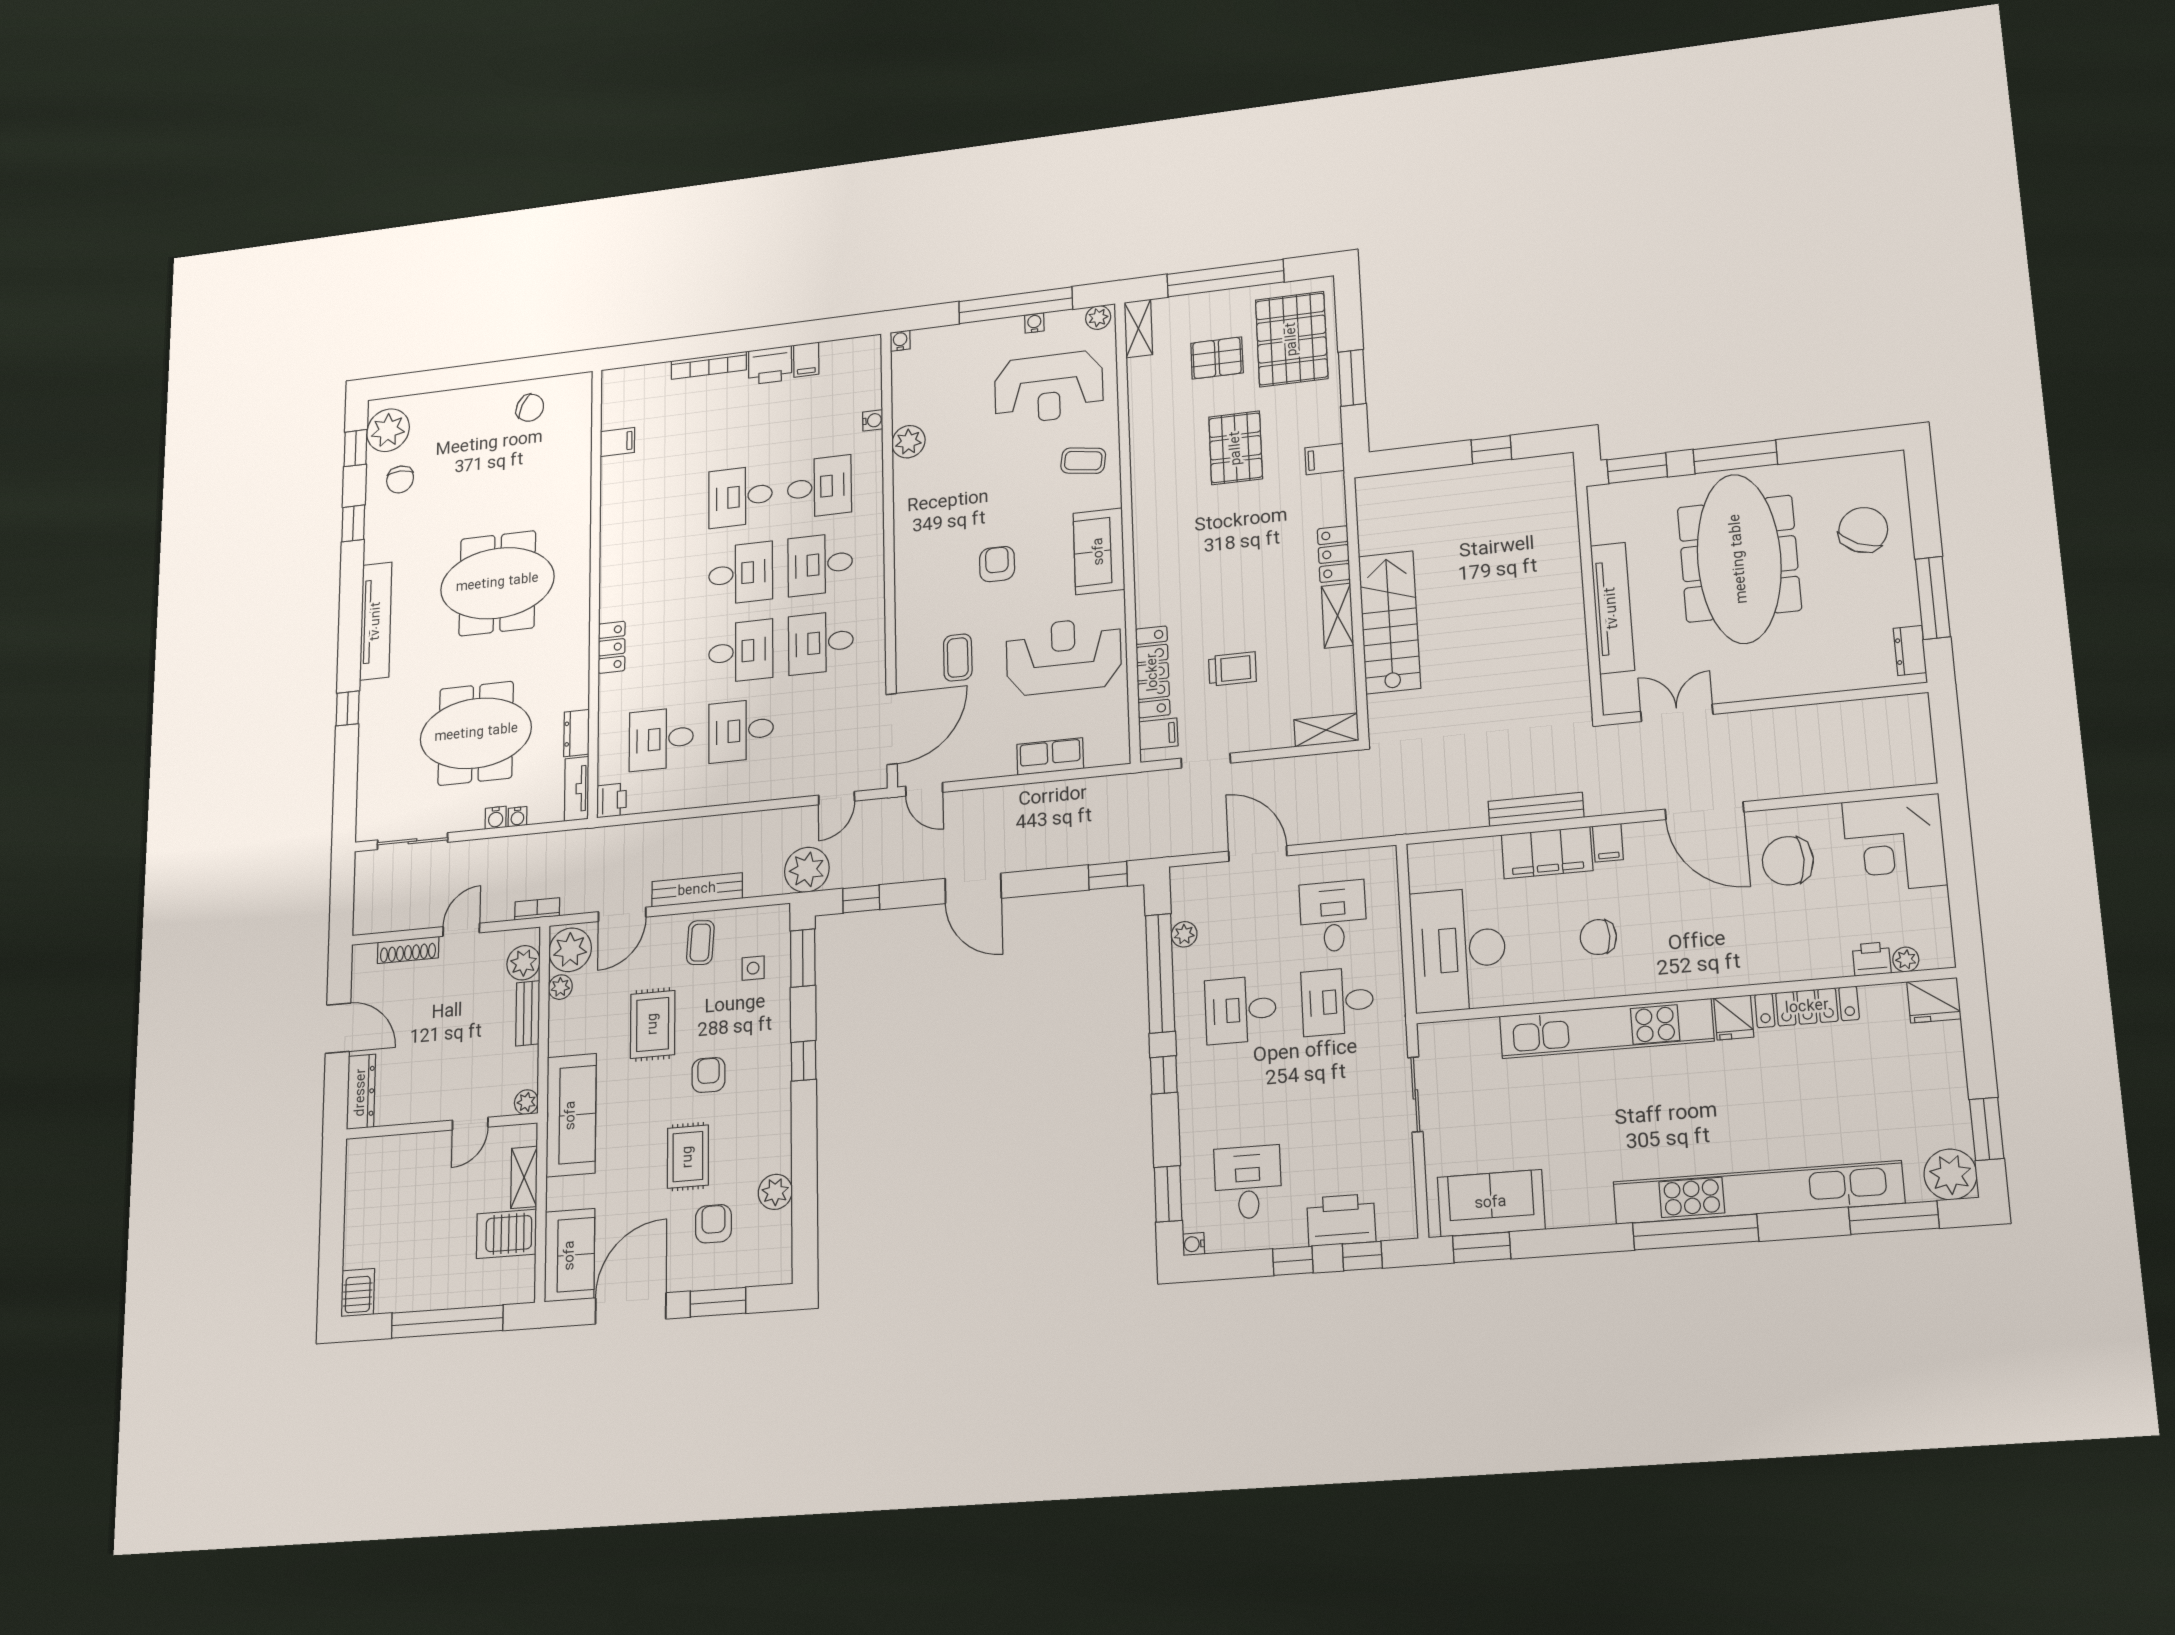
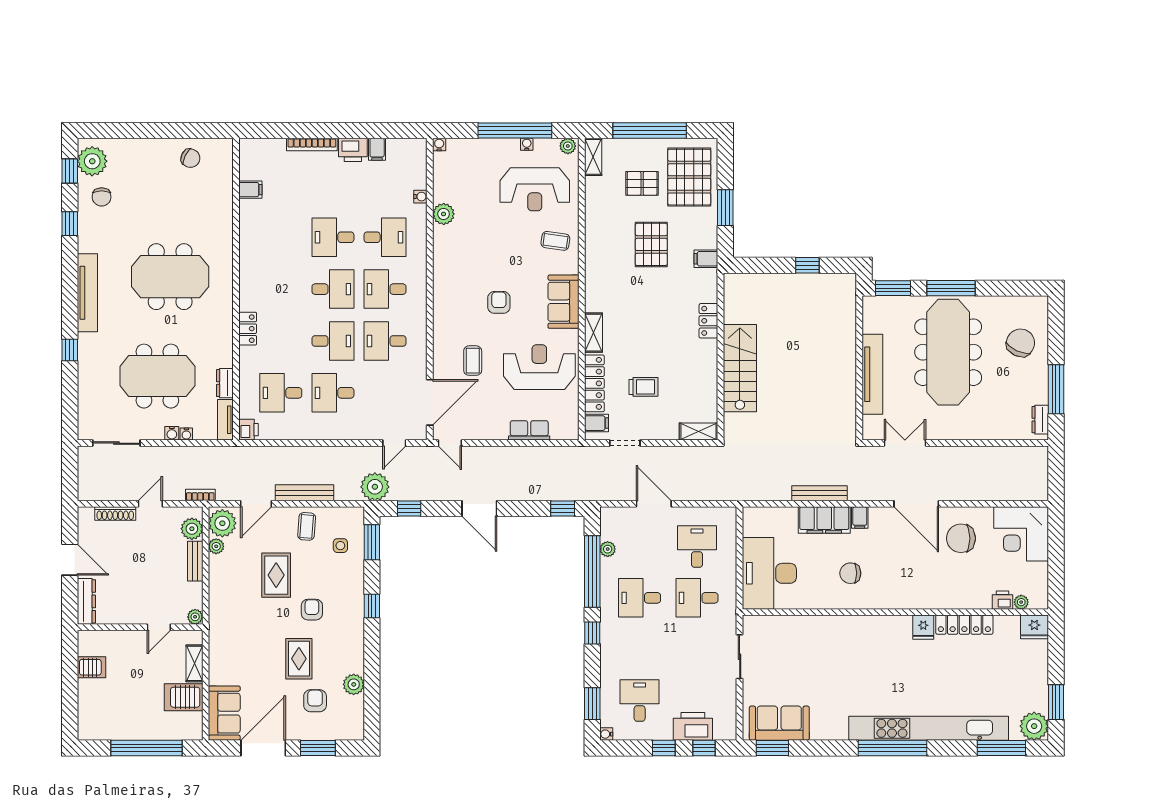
shelving: (1338, 616) -> (594, 333), moved
kitchen unit: (1606, 1029) -> (851, 627), removed
sofa: (571, 1115) -> (224, 627), removed
server rack: (358, 1293) -> (91, 667), moved, turned 90

